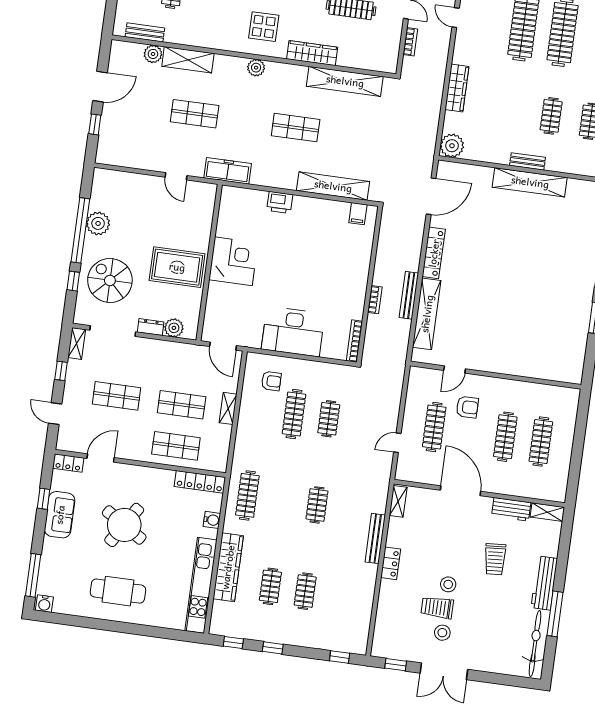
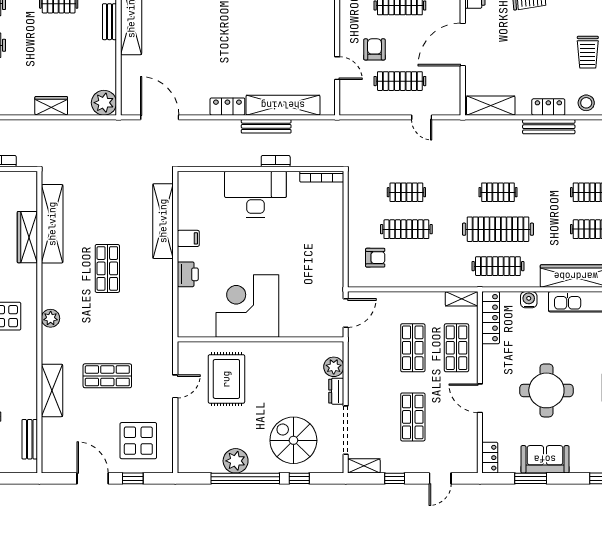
wardrobe: (312, 53) -> (27, 237), moved
plant: (153, 54) -> (51, 428), removed
wardrobe: (457, 88) -> (51, 106), width x0.67
shop shelf: (195, 114) -> (107, 376), turned 90
display table: (130, 134) -> (138, 441), added
freezer: (228, 171) -> (162, 333), removed
filing cabinet: (358, 214) -> (188, 238), moved
locker: (434, 253) -> (227, 107), width x0.66
corner desk: (233, 261) -> (247, 306), width x1.36, depth x1.36
rug: (177, 267) -> (226, 379), moved
spiral stairs: (110, 280) -> (293, 440), turned 90
desk: (293, 332) -> (255, 194), moved, turned -90
armchair: (271, 381) -> (375, 258), turned 90
shelving: (228, 408) -> (462, 299), moved
door: (101, 458) -> (480, 398), moved
window: (44, 499) -> (531, 478), width x1.50
clothes rail: (282, 500) -> (498, 229), added
shelving: (398, 501) -> (491, 106), width x1.50, depth x1.33
round table: (124, 525) -> (546, 390), turned -32
bench: (375, 538) -> (549, 127), moved
stool: (448, 584) -> (586, 103), moved

